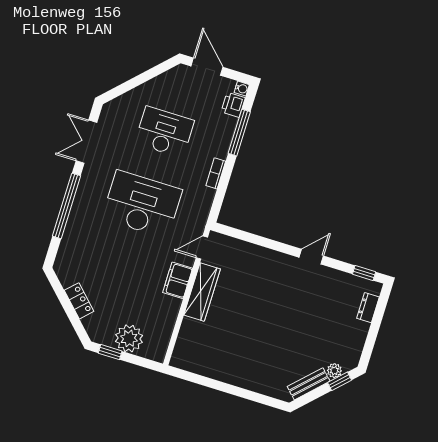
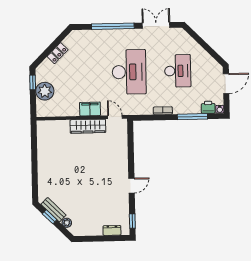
door: (311, 257) -> (132, 186), hinge flipped
window: (340, 381) -> (50, 217), moved

